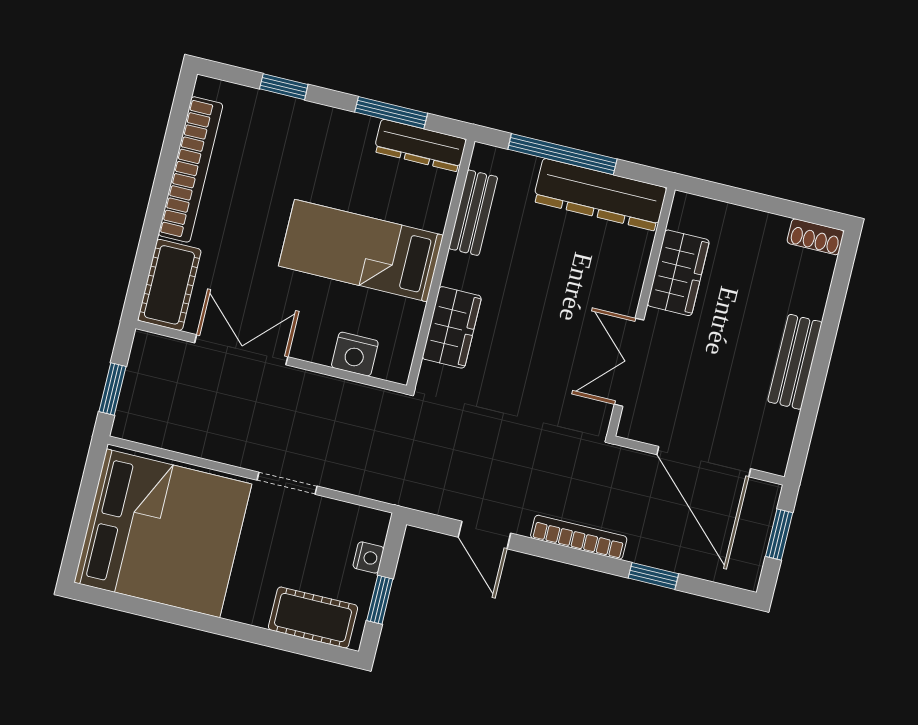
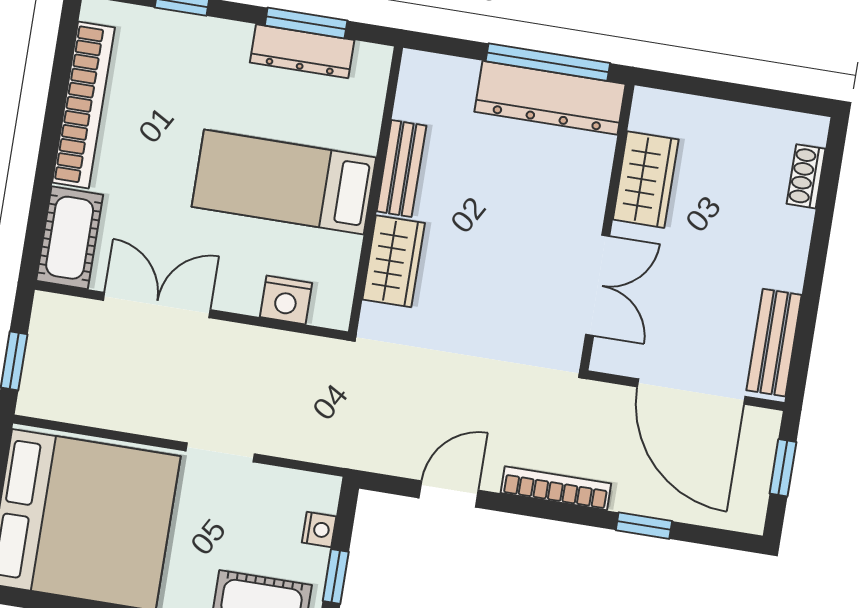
dresser: (420, 145) -> (302, 51), moved
window: (562, 154) -> (548, 62), moved
bench: (473, 213) -> (401, 169), moved
shoe rack: (816, 237) -> (806, 176), moved, turned 90
double door: (629, 362) -> (598, 285), swing flipped
bench: (795, 362) -> (774, 343), moved
door: (484, 535) -> (449, 494), swing flipped

